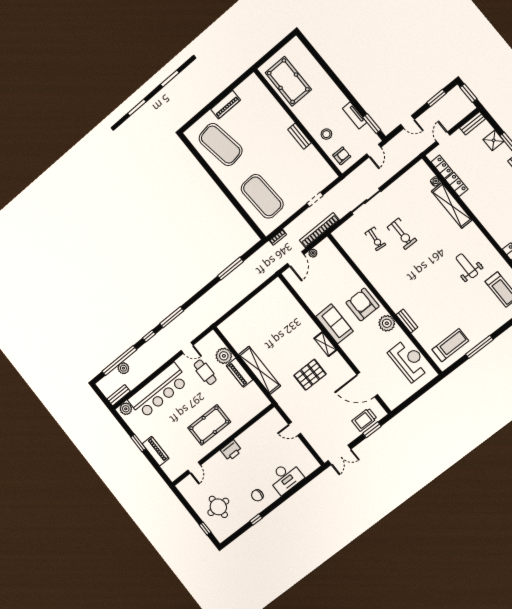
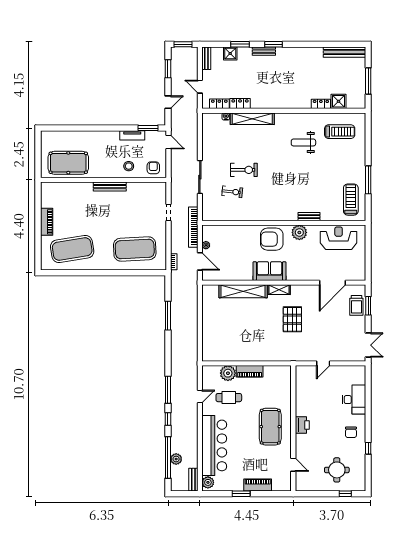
bench: (299, 136) -> (110, 187), width x1.36
shelving: (259, 370) -> (243, 291), moved

